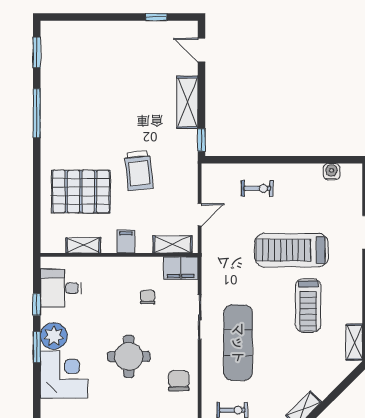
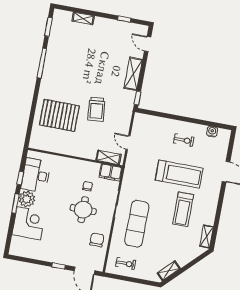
exercise bike: (257, 188) -> (184, 140), moved
door: (200, 215) -> (128, 143), swing flipped
filing cabinet: (126, 241) -> (81, 150), removed
shelving: (83, 245) -> (83, 18), moved
treadmill: (291, 250) -> (179, 174), turned 180
desk: (61, 288) -> (36, 175), width x1.37
round table: (129, 356) -> (83, 210), moved

